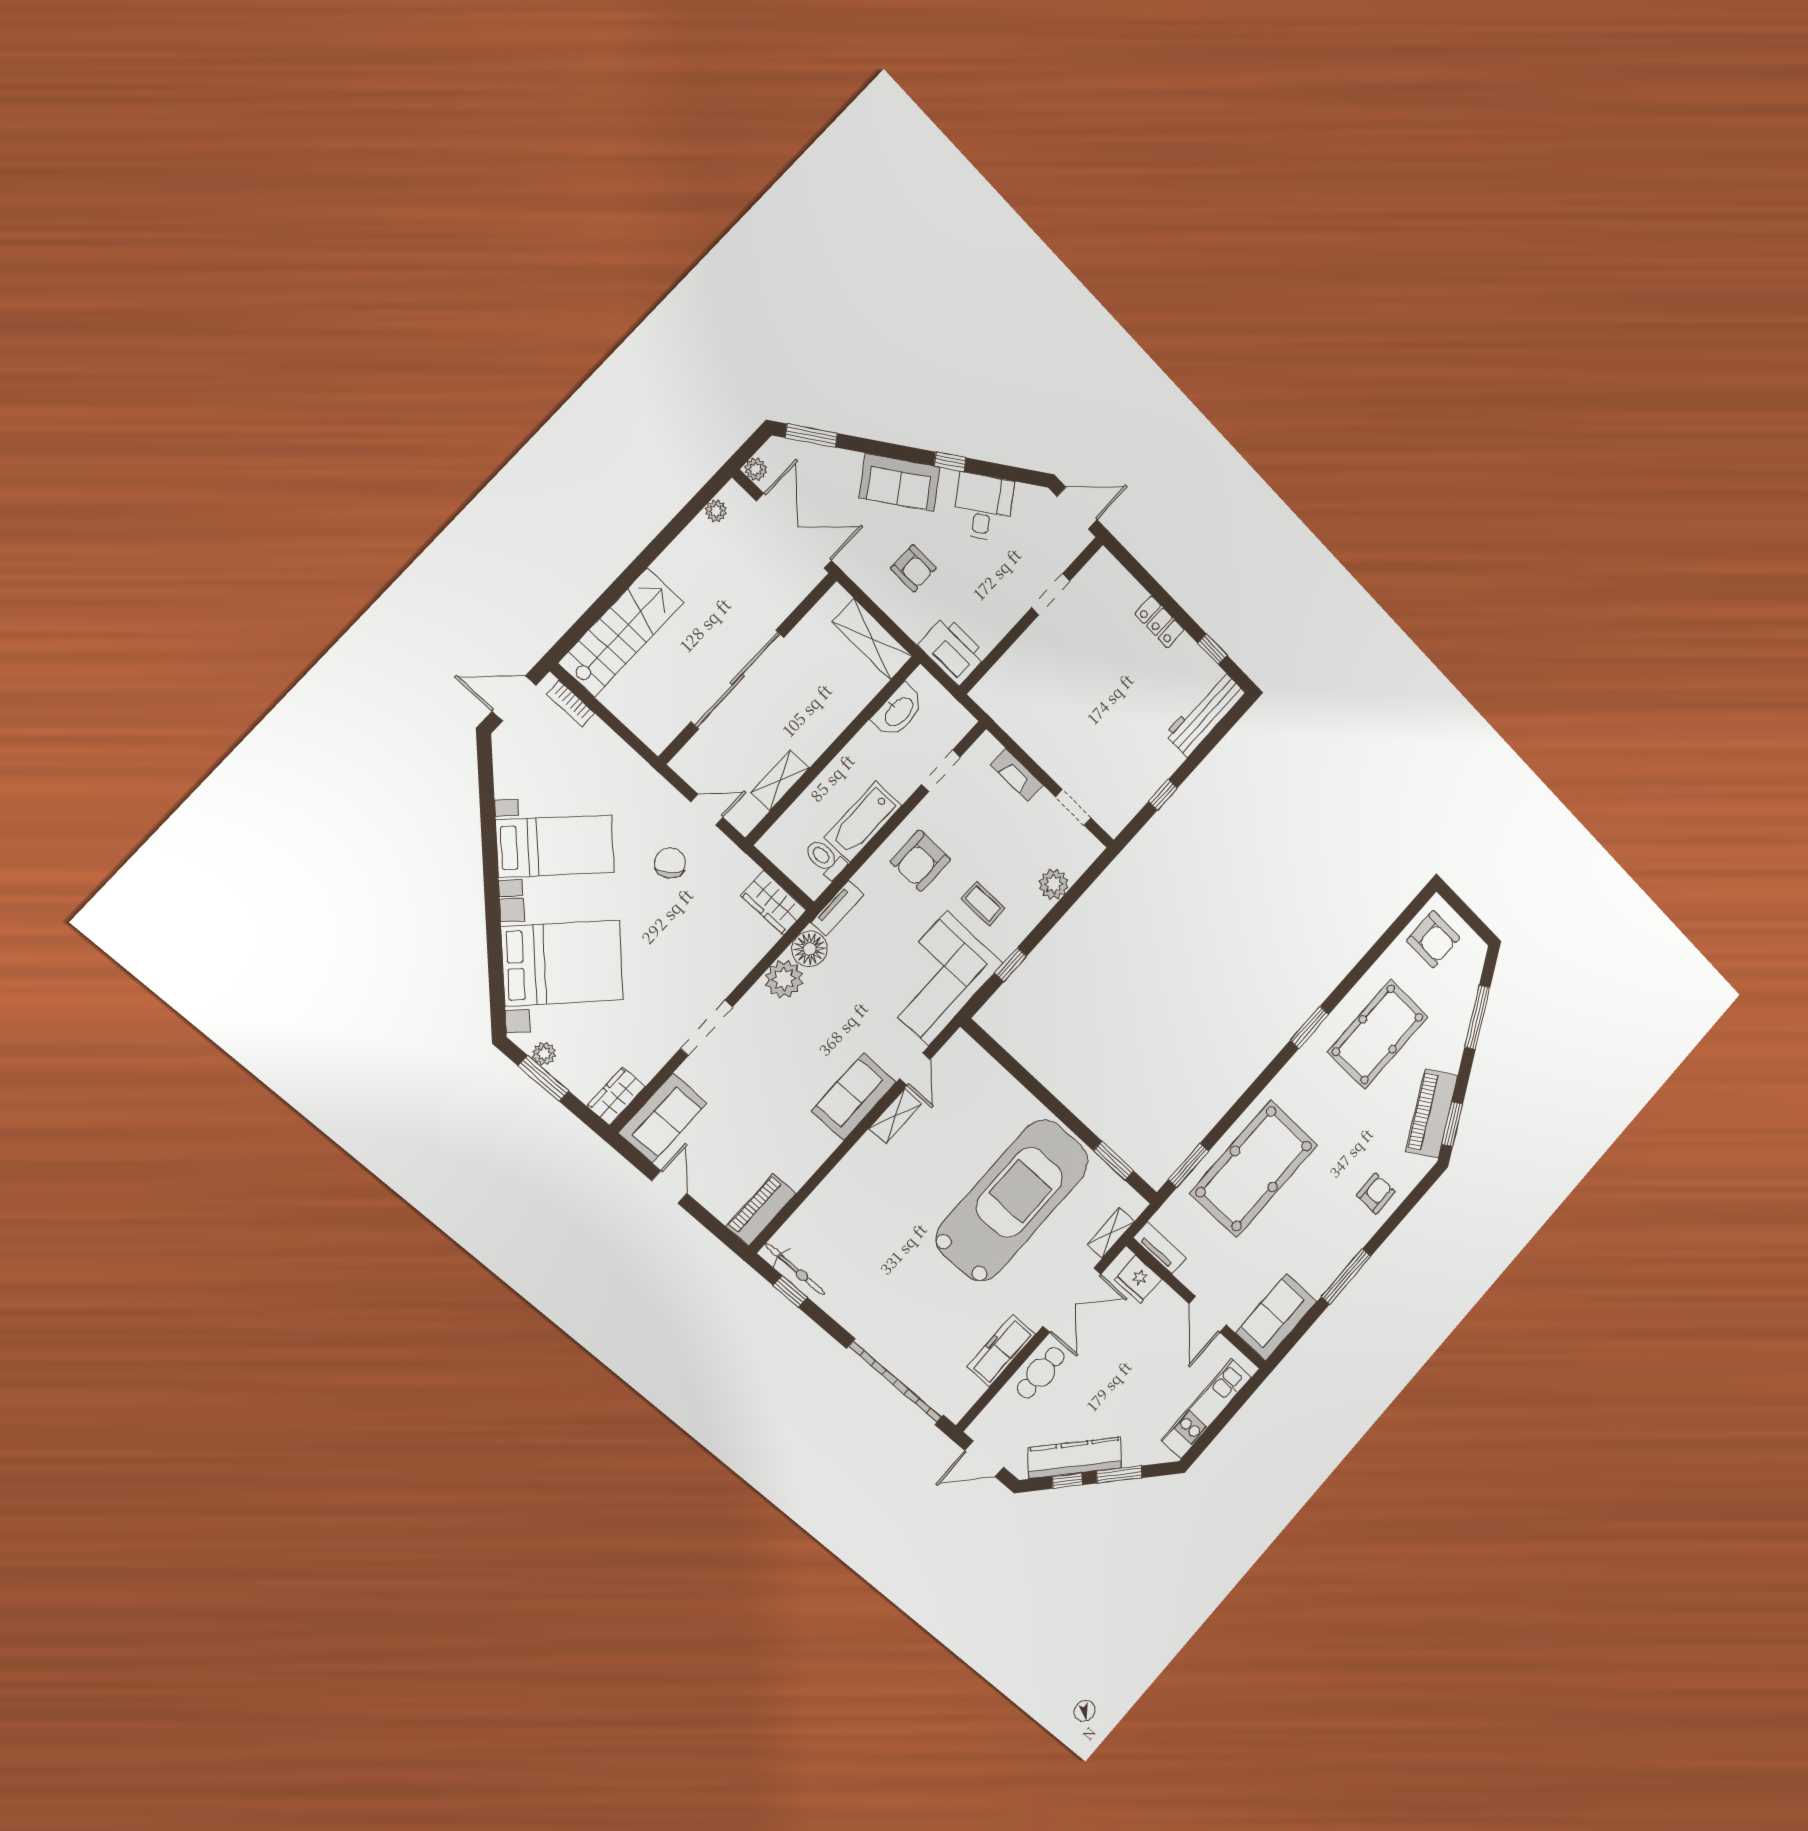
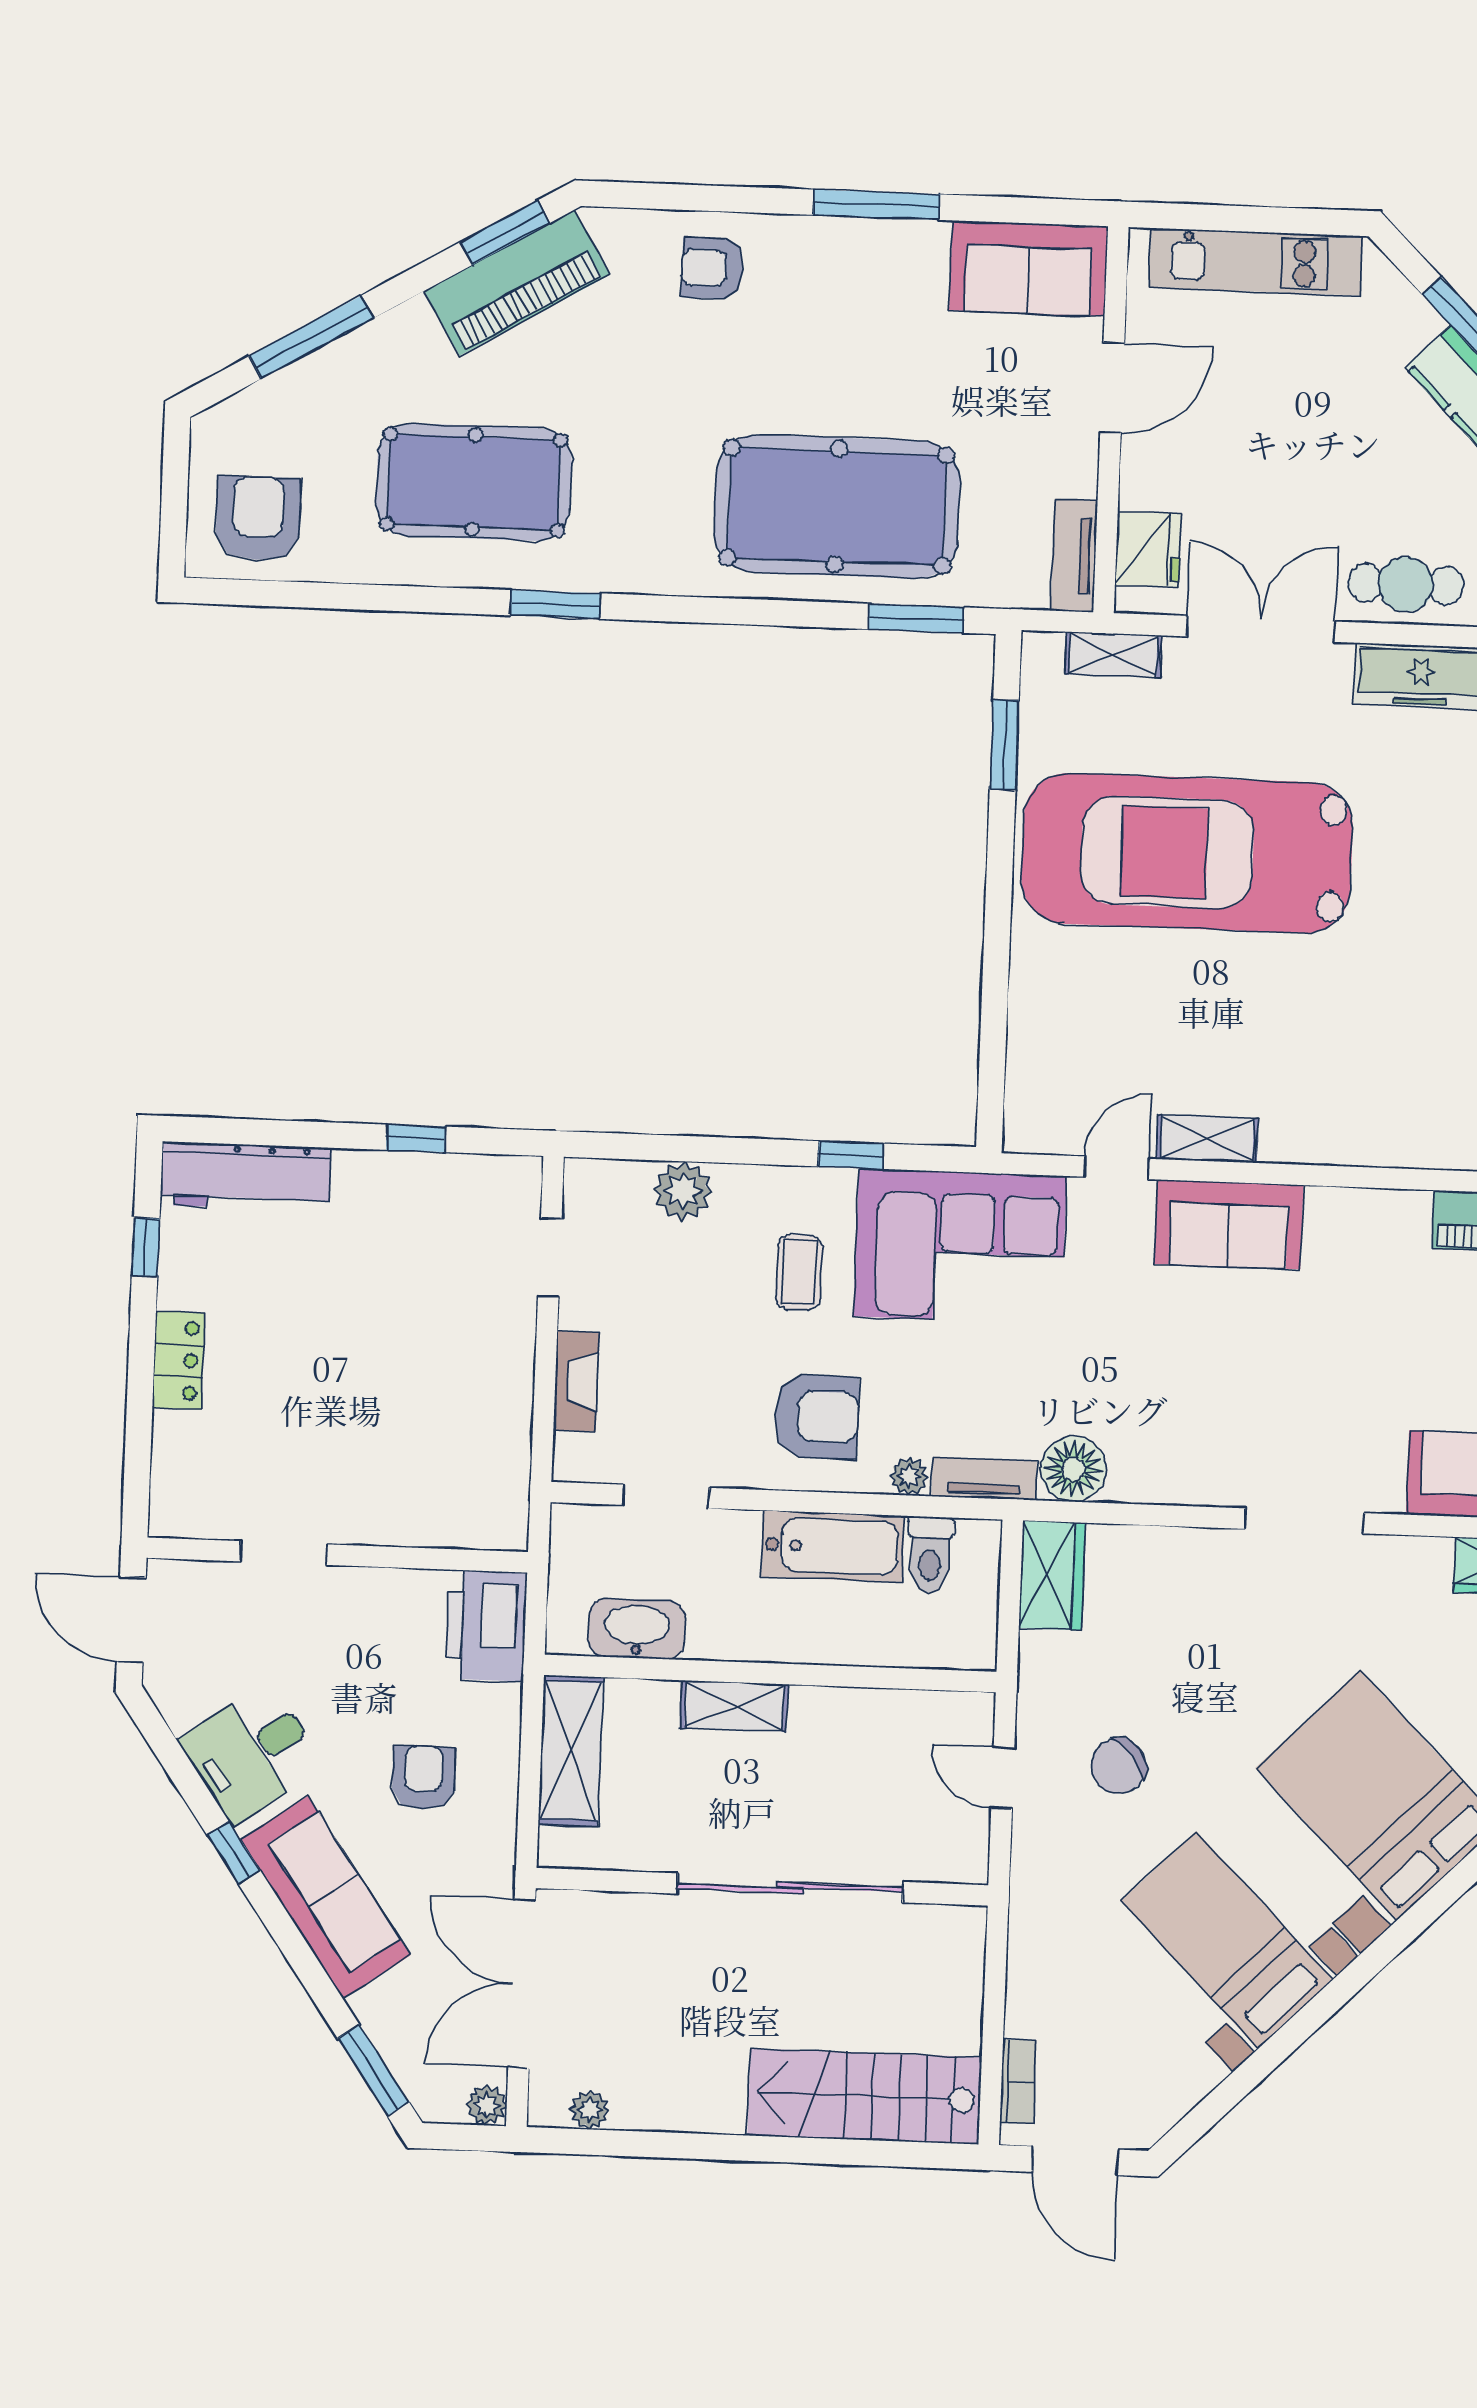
sofa: (900, 482) -> (325, 1897), width x1.36
shelving: (780, 780) -> (734, 1706), moved
plant: (784, 979) -> (909, 1477), moved, width x0.53, depth x0.53

